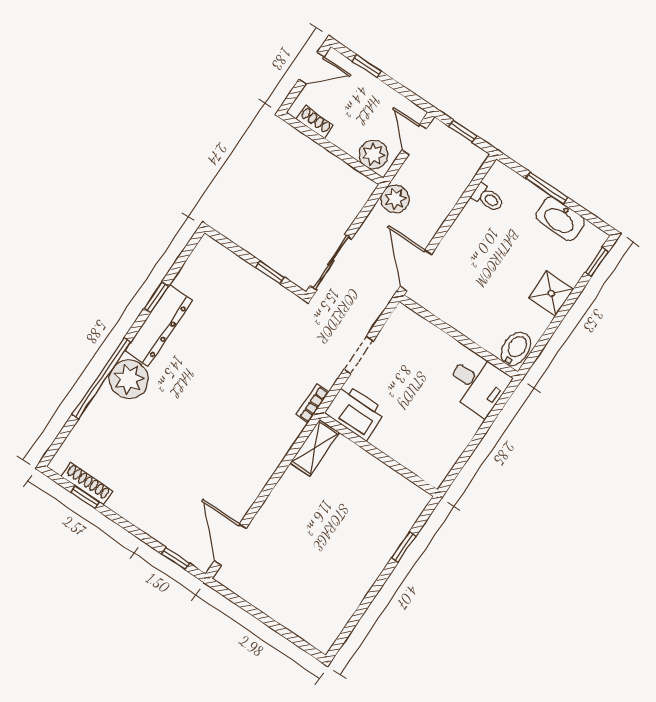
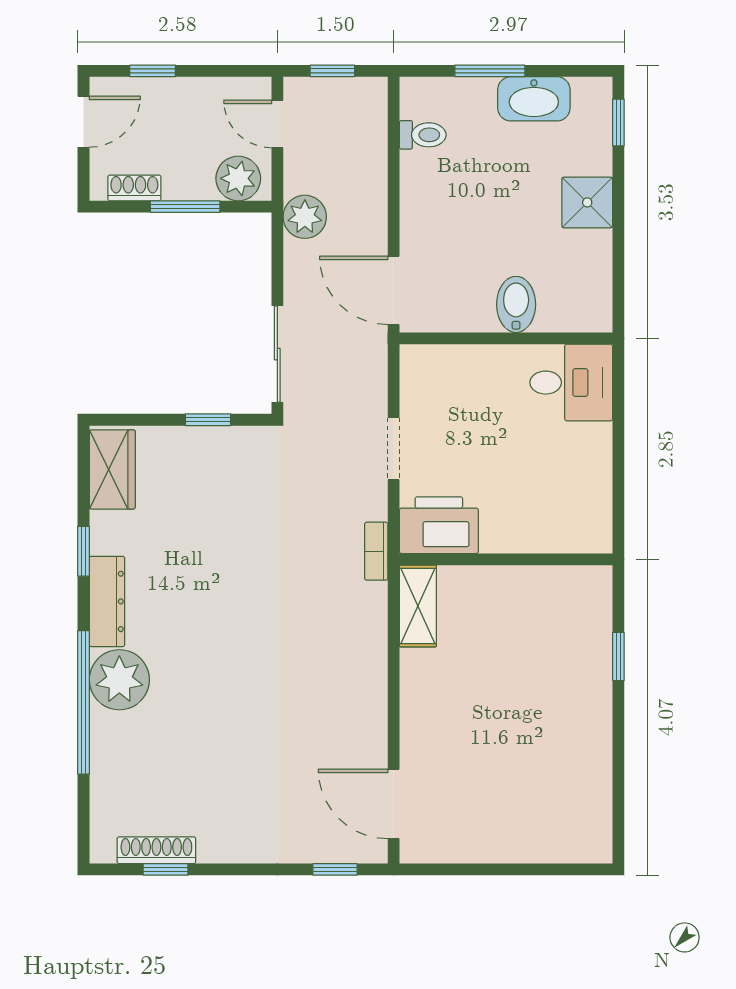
window: (335, 150) -> (185, 207), added
wardrobe: (201, 264) -> (112, 469), added
dresser: (159, 326) -> (107, 601), width x0.73, depth x0.80
bidet: (516, 349) -> (516, 304), moved

